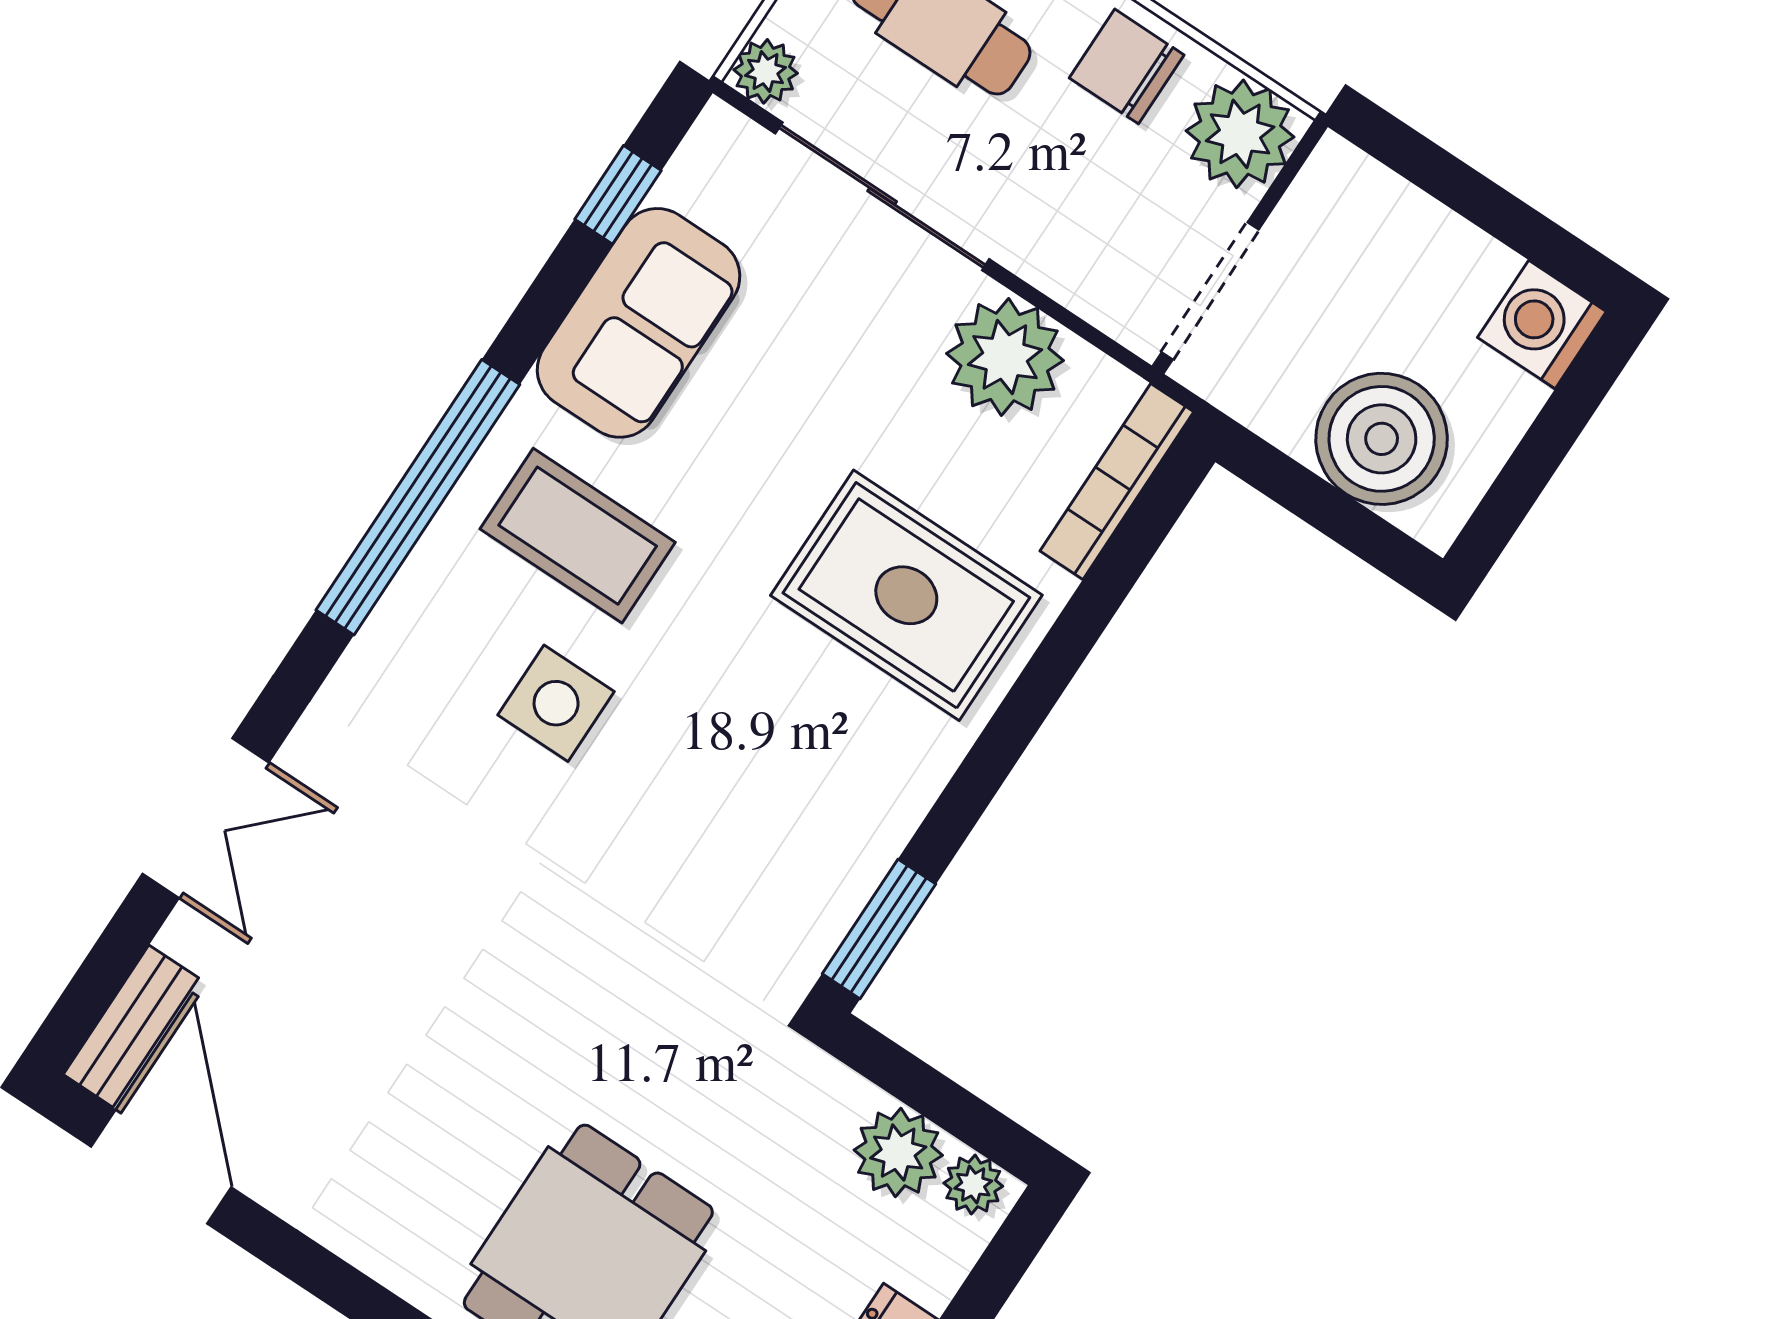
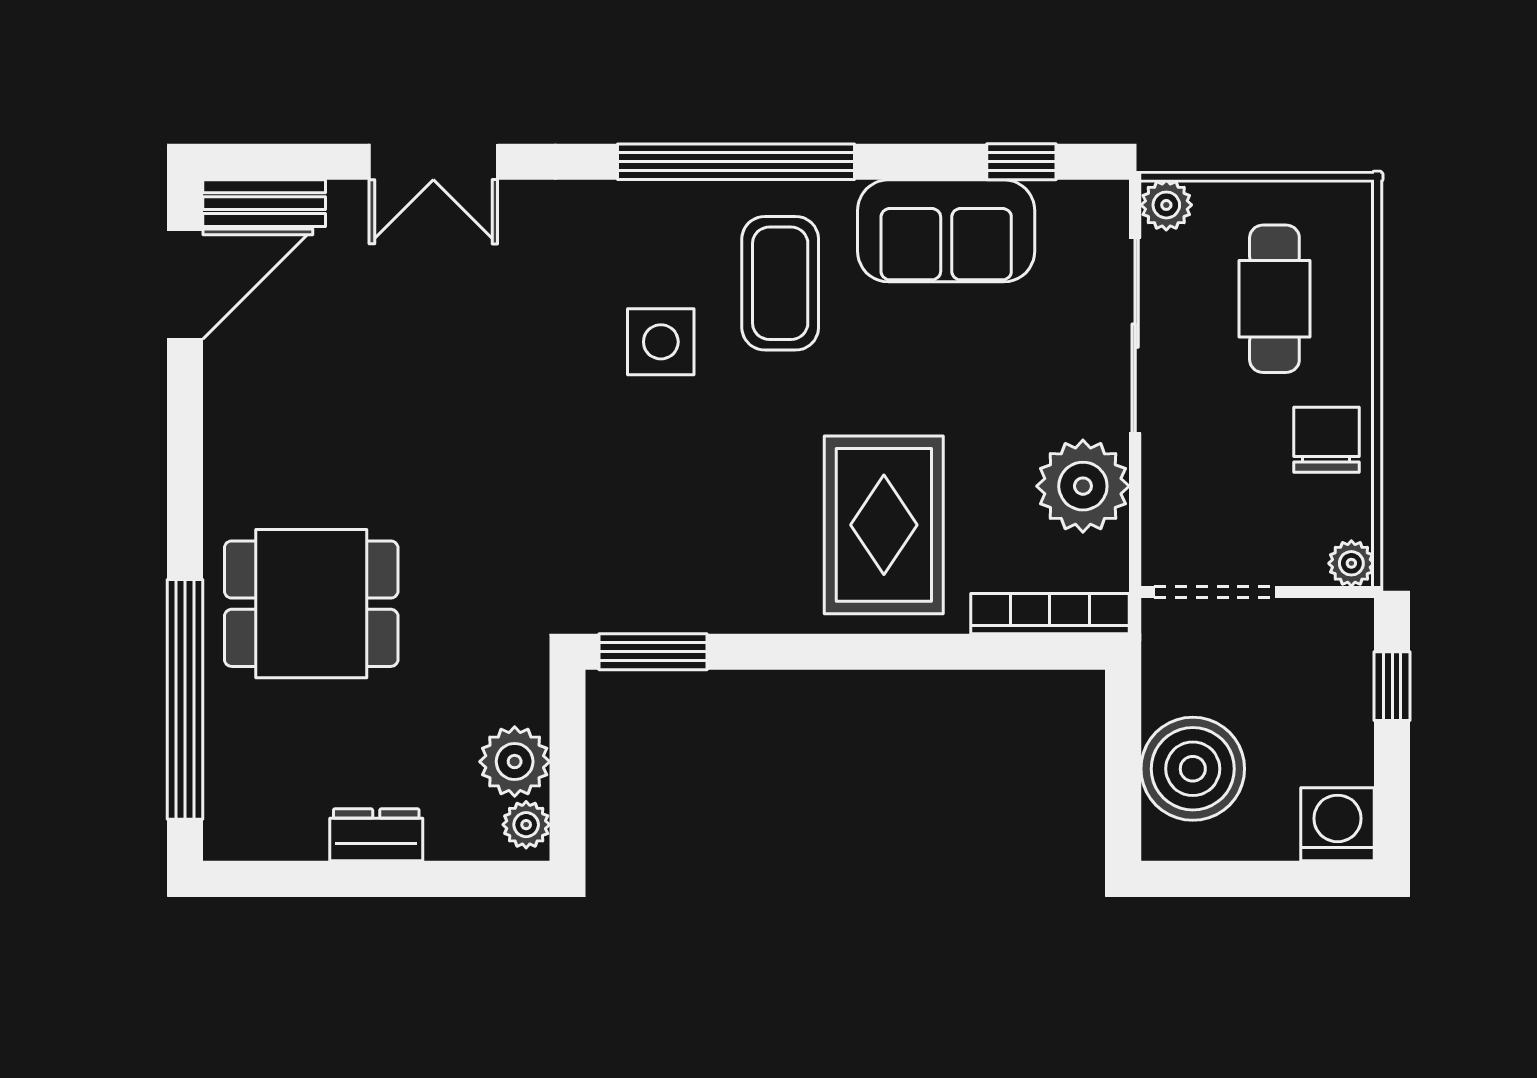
plant: (1240, 134) -> (1351, 563), width x0.53, depth x0.53
window: (1434, 170) -> (1392, 686), added

